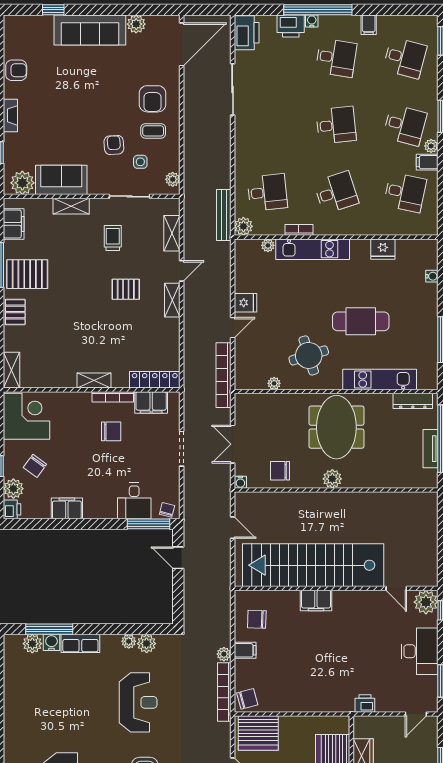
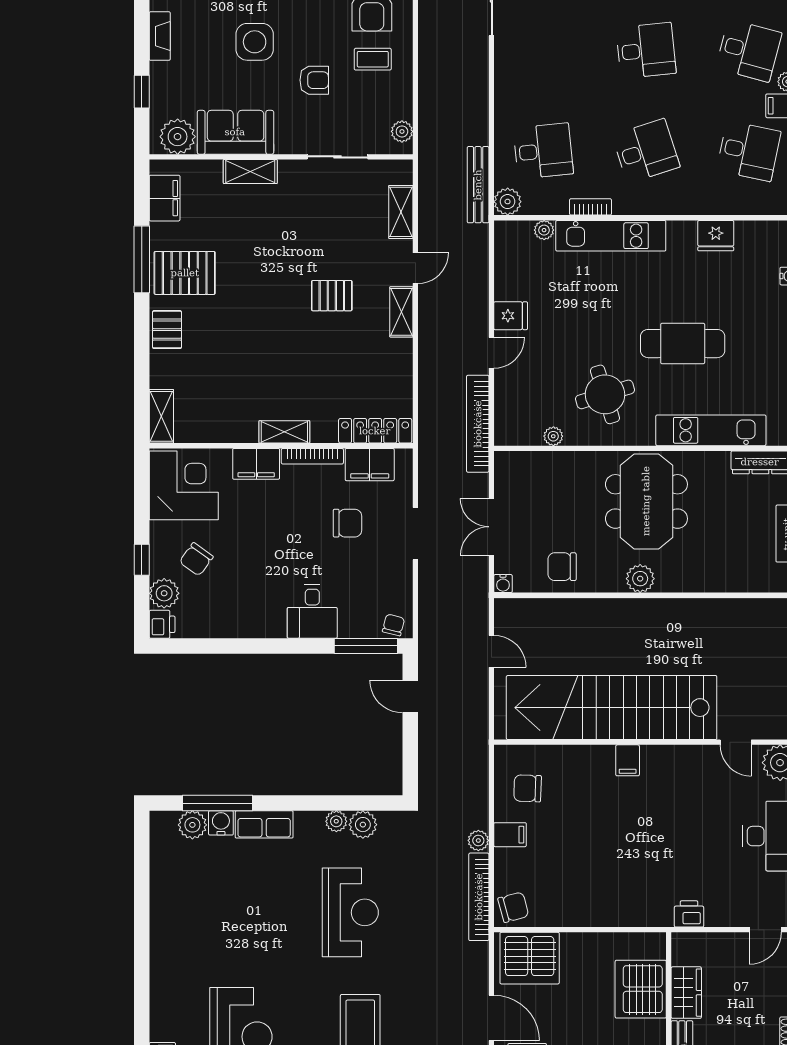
armchair: (114, 145) -> (314, 80), turned 94
side table: (140, 162) -> (255, 42), moved, width x1.87, depth x1.87
trolley: (113, 238) -> (312, 219), removed
chair: (111, 431) -> (347, 523), moved
desk: (134, 501) -> (312, 612), moved
filing cabinet: (67, 508) -> (256, 464), moved, turned 180
filing cabinet: (316, 601) -> (628, 760), width x0.50

